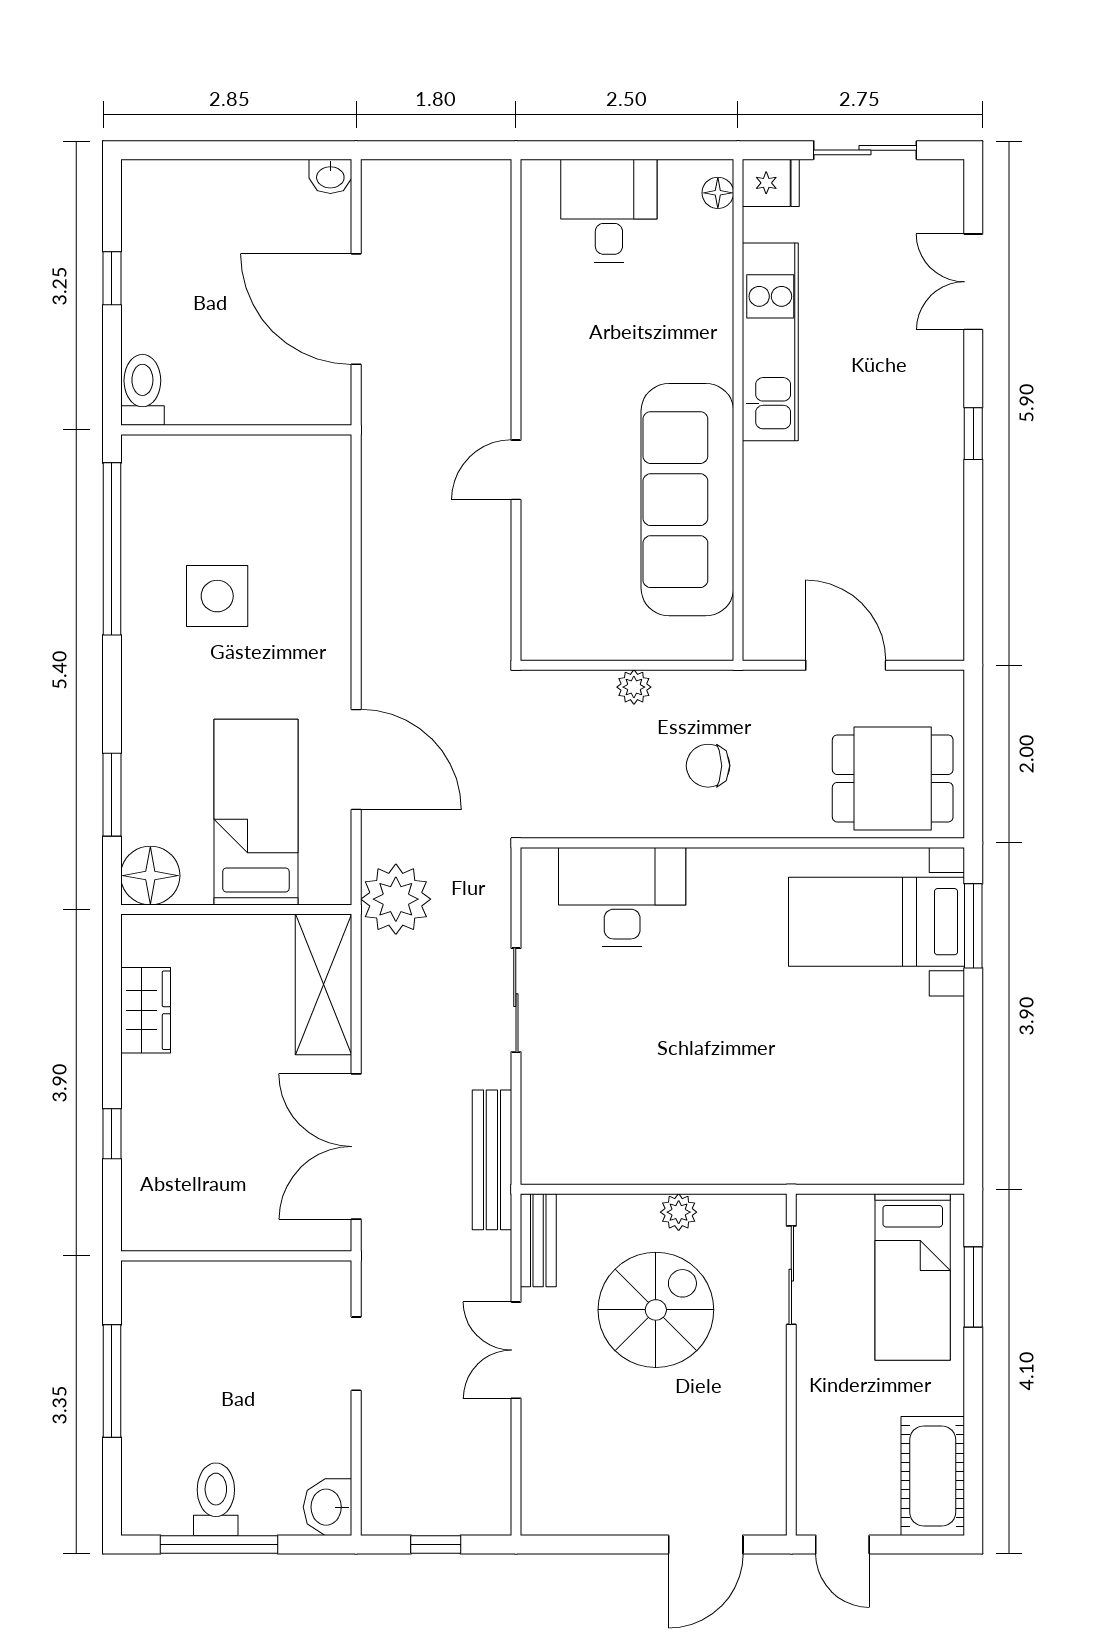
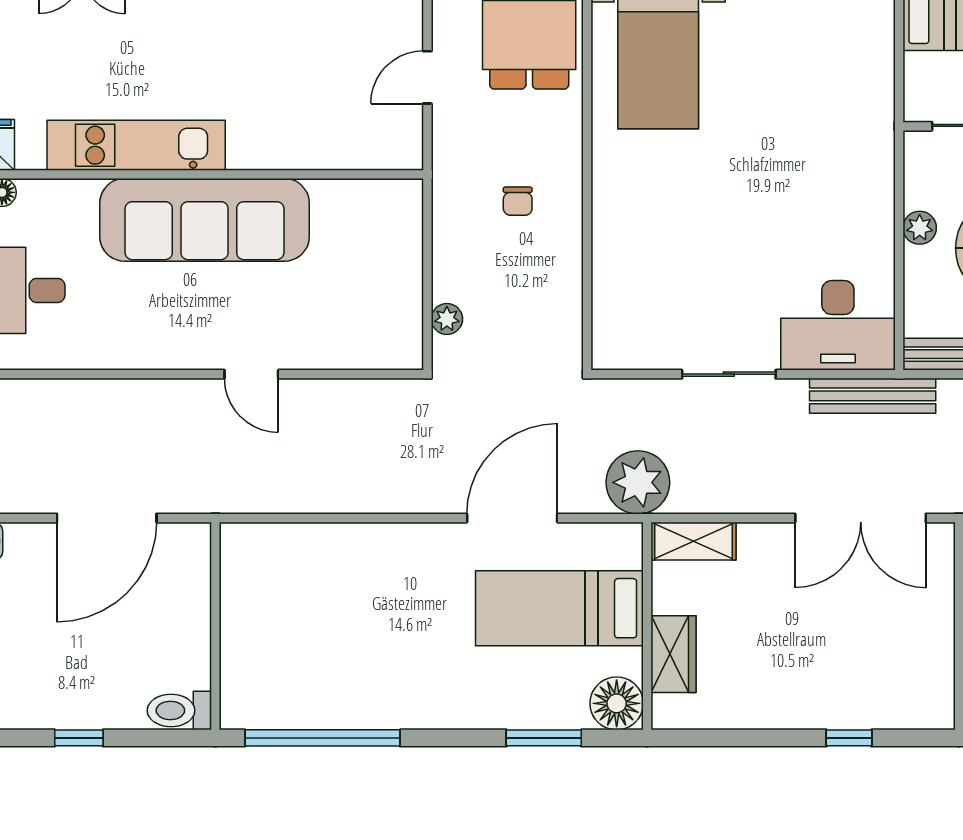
sofa: (687, 500) -> (205, 220), moved
side table: (217, 596) -> (365, 643), removed
door: (846, 665) -> (427, 77), width x0.73
plant: (634, 687) -> (447, 319), moved
chair: (708, 766) -> (518, 201), width x0.73, depth x0.73
desk: (622, 897) -> (838, 325), moved, turned -90
shelving: (323, 984) -> (693, 541), width x0.67, depth x0.75
wardrobe: (146, 1010) -> (674, 654), moved, turned 90

